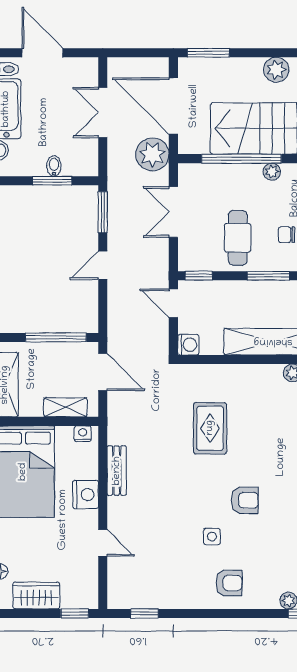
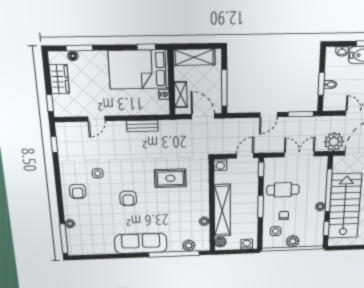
door: (103, 265) -> (269, 115), swing flipped
door: (103, 372) -> (203, 116), swing flipped
nightstand: (83, 434) -> (164, 94), moved
nightstand: (85, 495) -> (126, 108), removed
side table: (212, 537) -> (98, 173), moved

